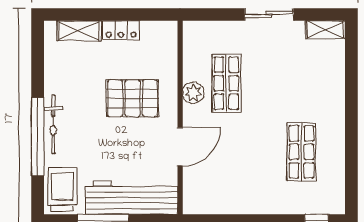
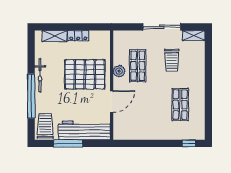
sliding door: (269, 14) -> (162, 27), width x1.37
trolley: (287, 73) -> (172, 60), added
pallet: (133, 98) -> (85, 74), width x1.37, depth x1.41
bicycle: (53, 124) -> (40, 75), moved

